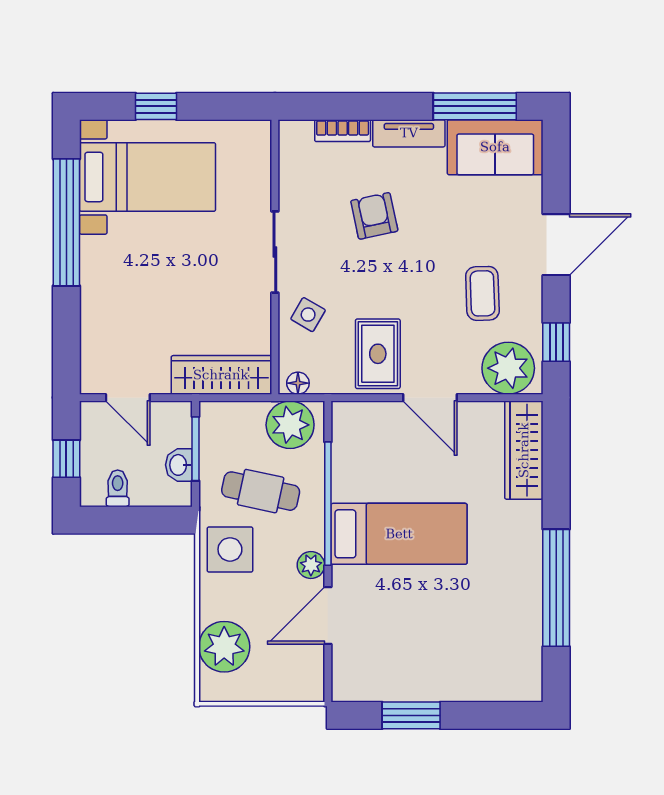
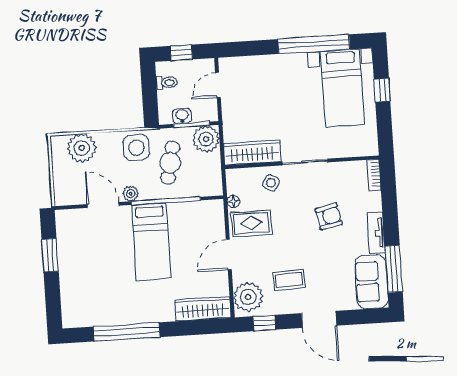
bookcase: (343, 131) -> (374, 175), moved
wardrobe: (221, 375) -> (252, 153), moved, turned -90
floor lamp: (298, 383) -> (234, 201), moved
plant: (290, 425) -> (206, 139), moved

